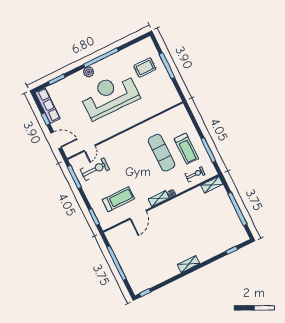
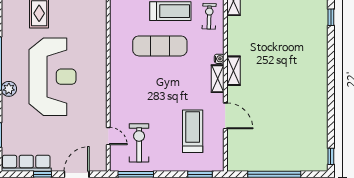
reception desk: (109, 95) -> (53, 77), turned 180
shelving: (189, 264) -> (233, 71), moved

